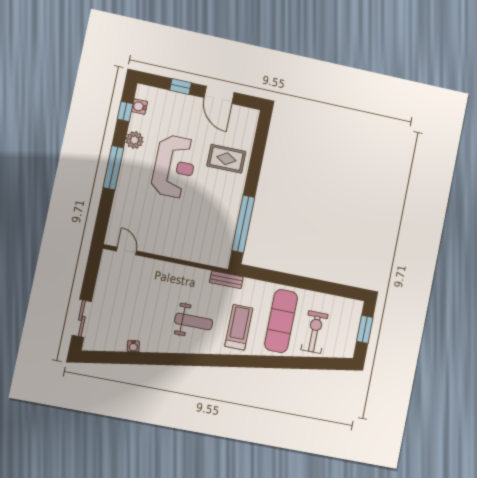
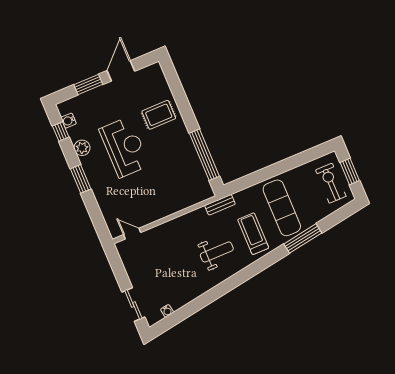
window: (181, 86) -> (88, 85), width x1.50
door: (219, 95) -> (121, 71), swing flipped
window: (113, 168) -> (81, 179), width x0.69
exercise bike: (315, 332) -> (331, 183), moved
water cooler: (133, 346) -> (167, 311), moved
window: (281, 362) -> (303, 238), added

